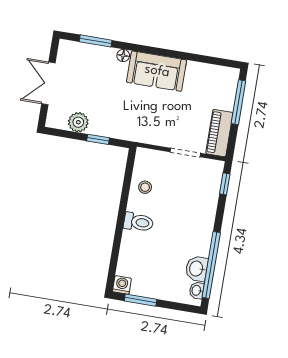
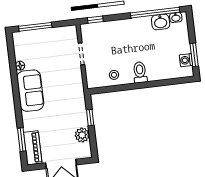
floor lamp: (123, 55) -> (20, 66), moved
piano: (219, 133) -> (33, 148), moved, turned -90
washing machine: (122, 285) -> (186, 60), moved

